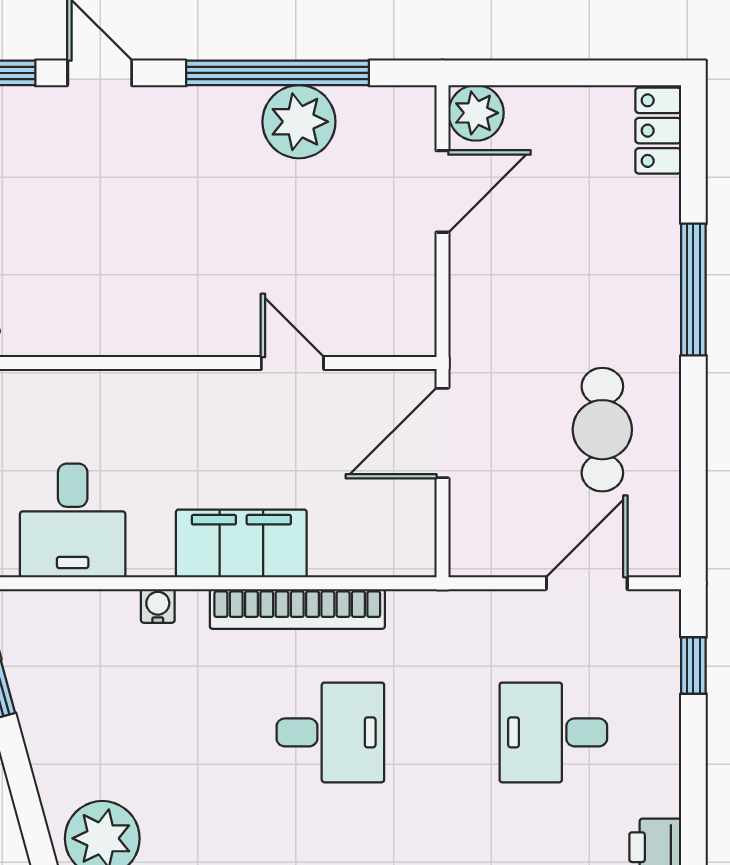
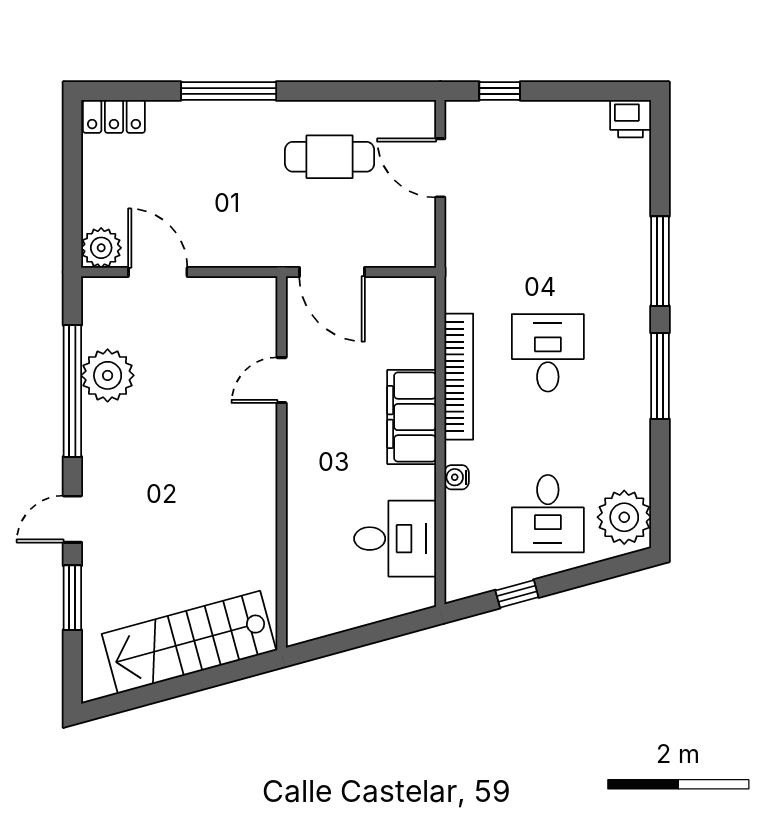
desk: (553, 732) -> (548, 514), moved

